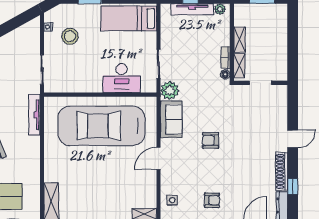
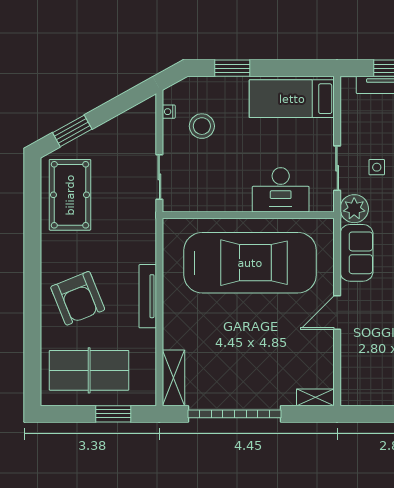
tv unit: (34, 115) -> (148, 296), moved
car: (101, 126) -> (250, 263), turned 180
side table: (172, 200) -> (377, 167), moved

